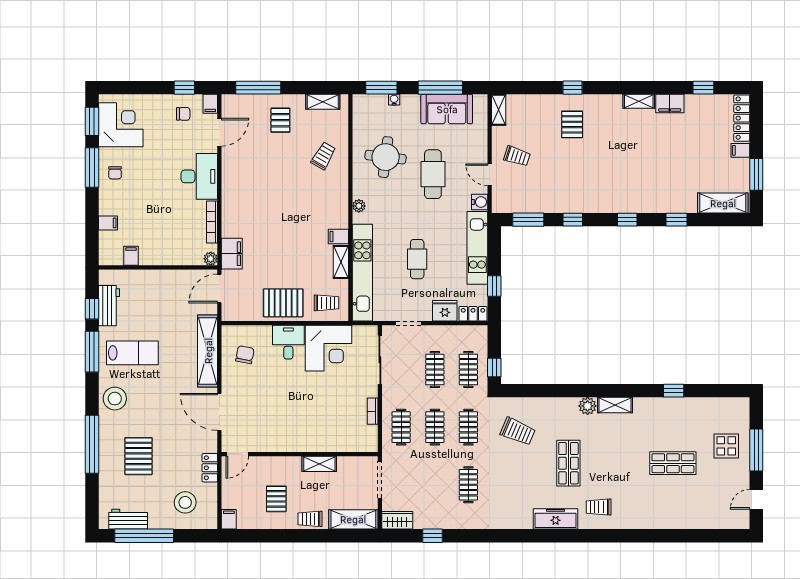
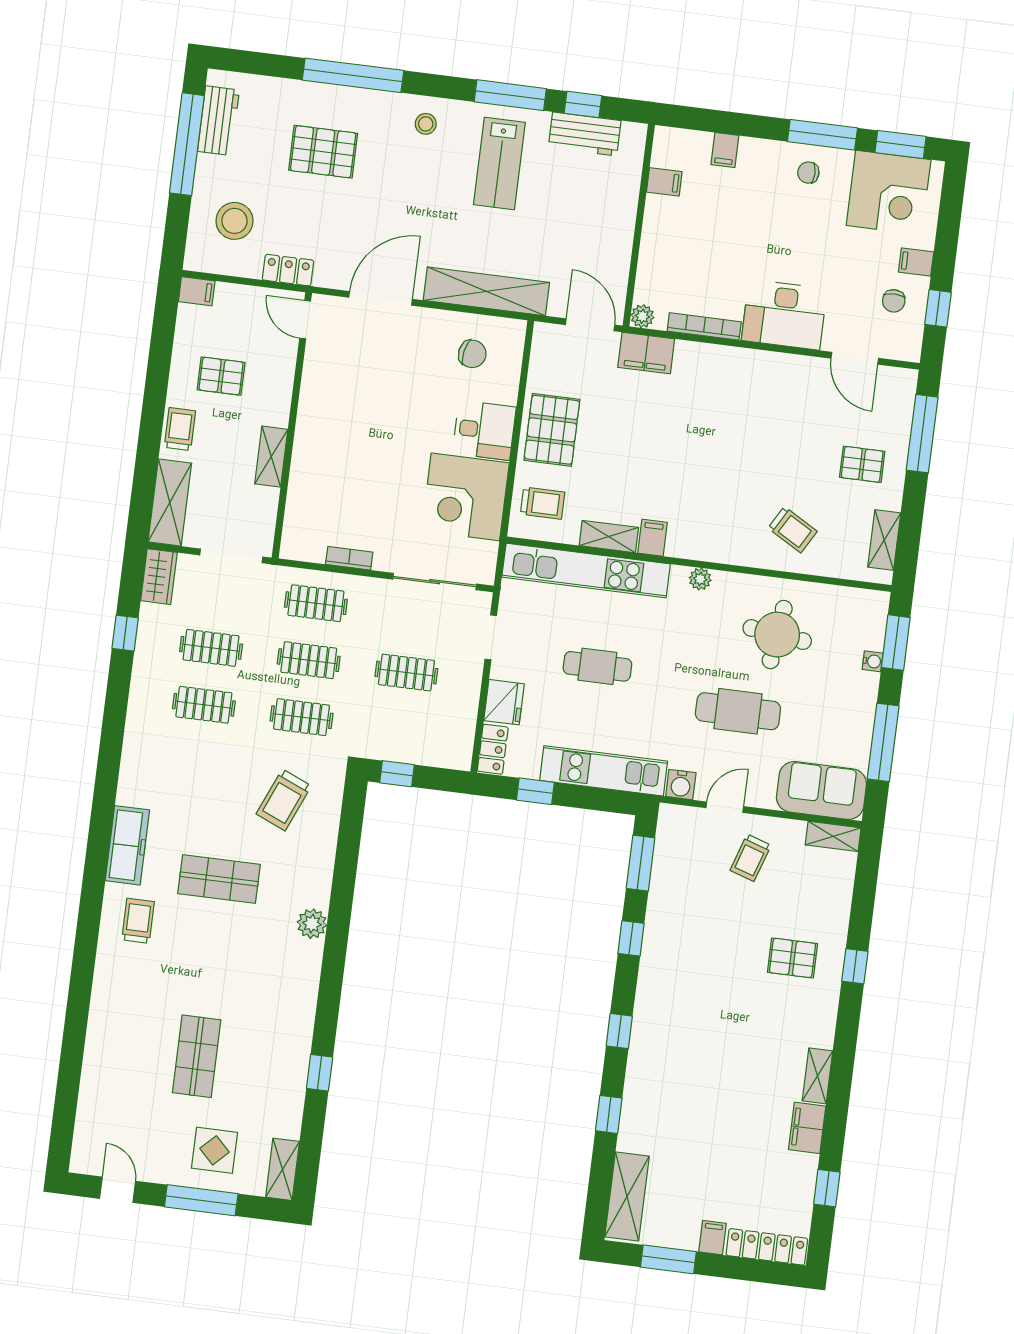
filing cabinet: (210, 104) -> (916, 262), moved
sofa: (447, 109) -> (821, 790), moved, turned 90
trolley: (326, 303) -> (543, 503), turned -90
clothes rail: (468, 370) -> (211, 648), moved
stool: (115, 399) -> (426, 124), width x0.53, depth x0.53
shelving: (615, 405) -> (283, 1169), moved

